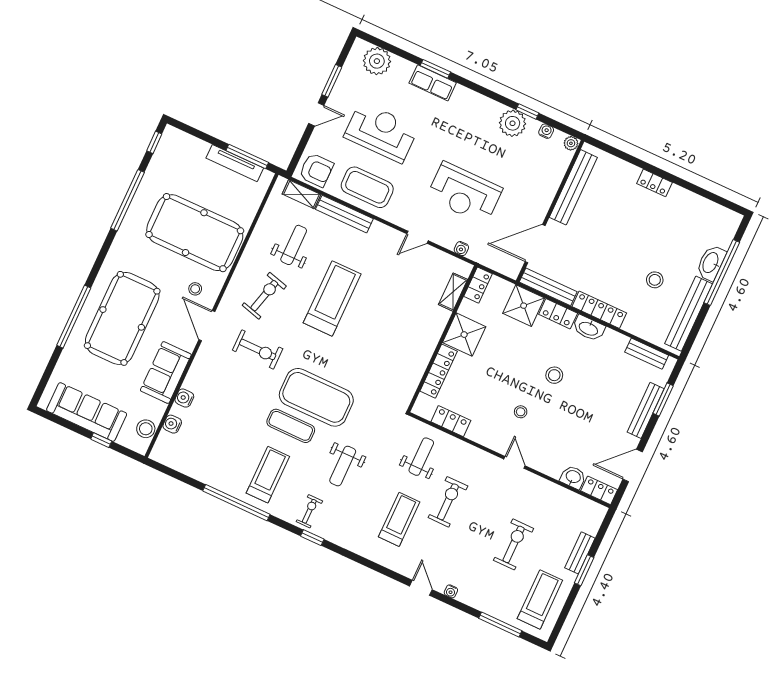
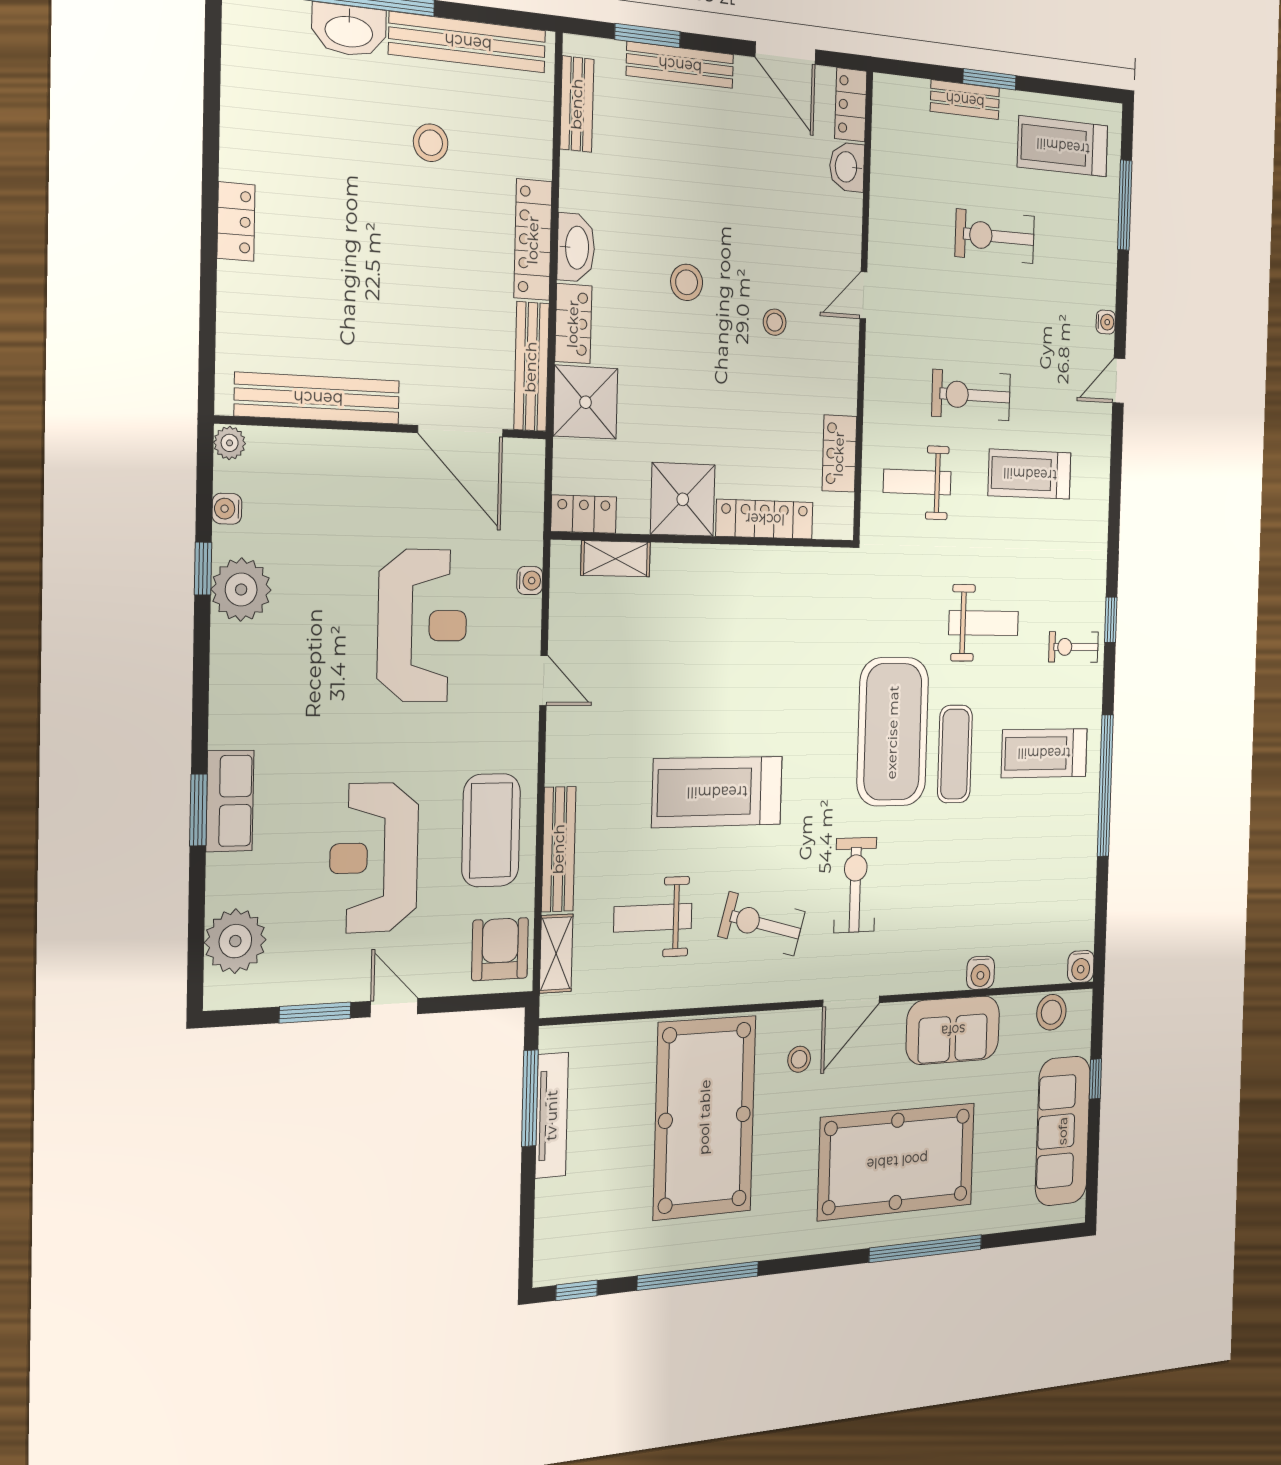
water cooler: (172, 424) -> (1081, 967), moved

